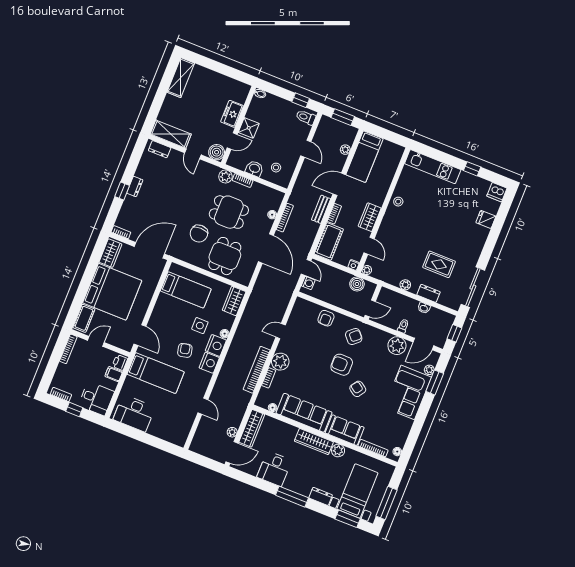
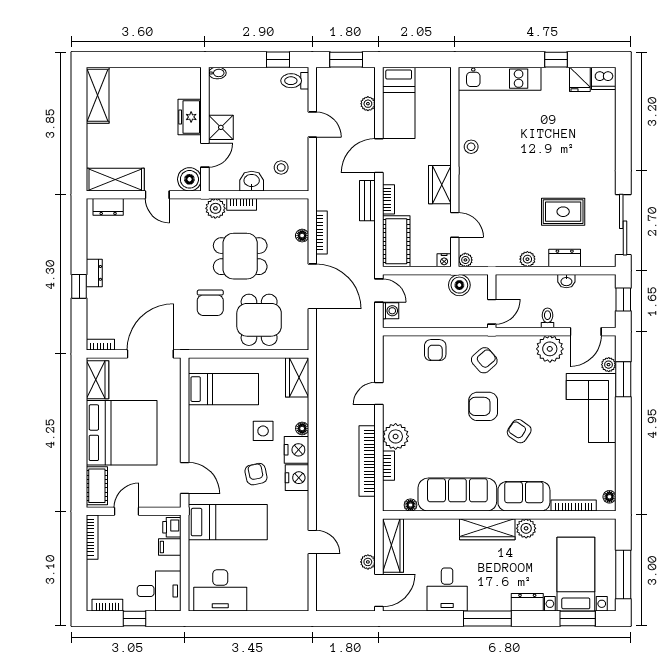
fridge: (486, 219) -> (580, 79), moved, turned -90

